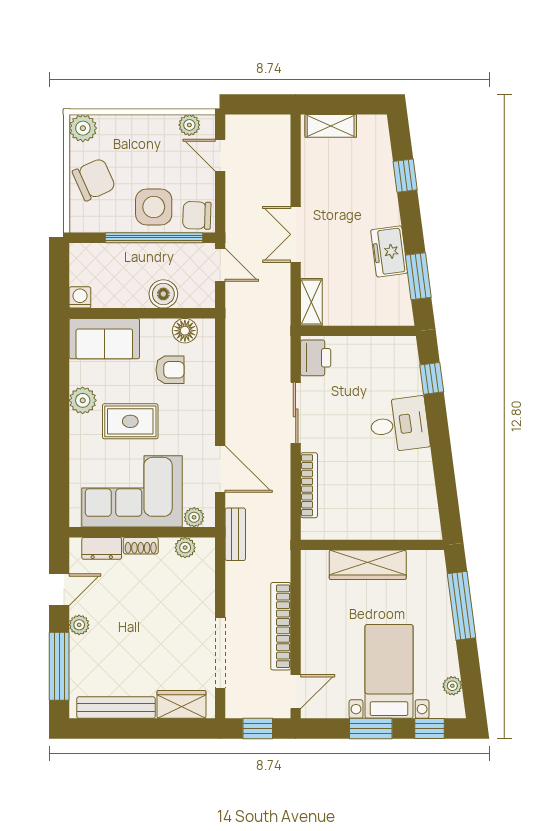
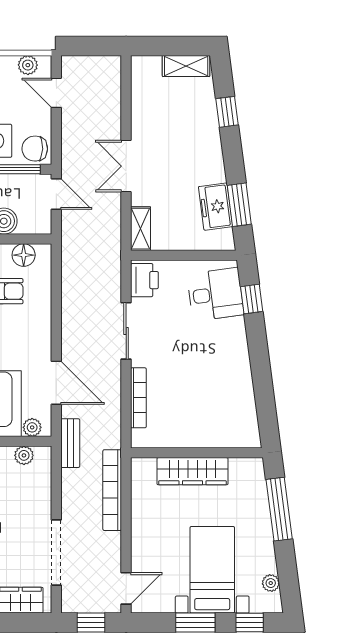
shelving: (331, 126) -> (186, 66), moved
freezer: (389, 251) -> (216, 207), moved
desk: (399, 425) -> (215, 294), moved
bookcase: (281, 626) -> (112, 490), moved

